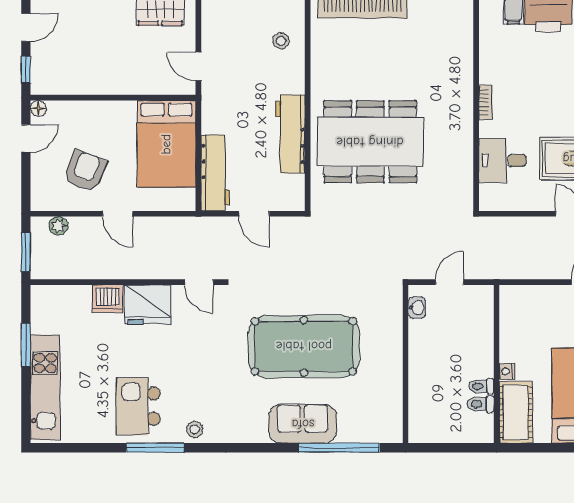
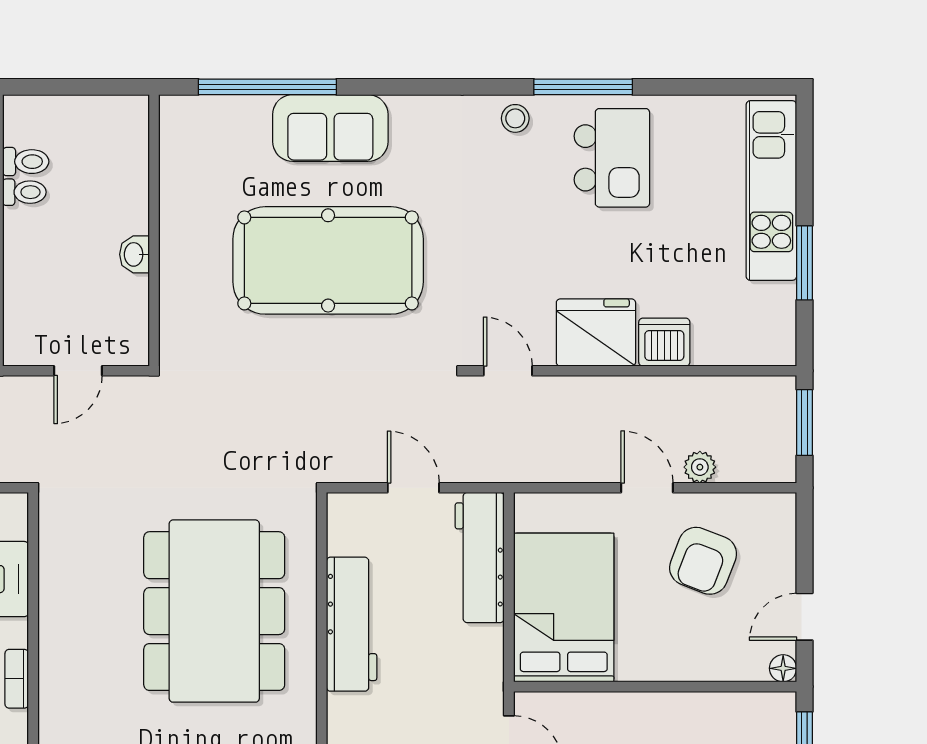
dining table: (370, 142) -> (214, 611), turned 90
plant: (58, 226) -> (700, 467), moved
washbasin: (417, 308) -> (134, 254), moved

